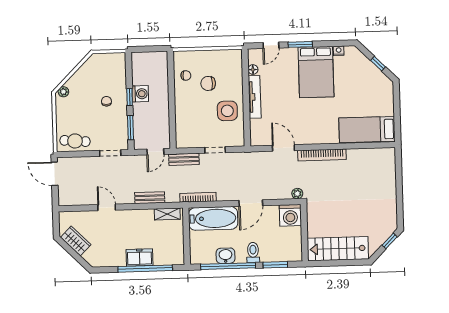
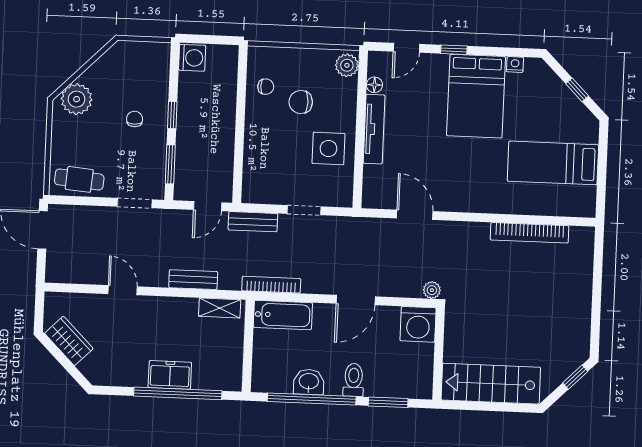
window: (300, 44) -> (454, 50), width x0.67
plant: (235, 59) -> (347, 65), added
plant: (63, 92) -> (77, 99), width x1.88, depth x1.88
washing machine: (140, 94) -> (192, 58), moved
bed: (367, 130) -> (553, 163), moved
bookcase: (322, 155) -> (529, 233), moved
bathtub: (213, 218) -> (283, 315), width x0.73, depth x0.73

